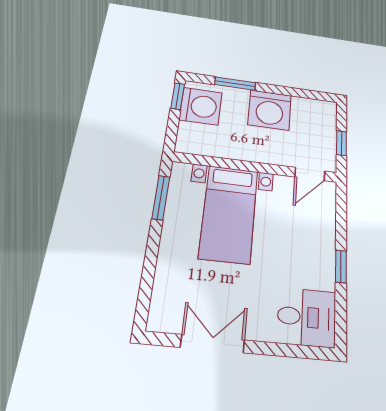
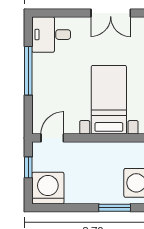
washing machine: (270, 110) -> (48, 188), moved
window: (341, 266) -> (28, 71), width x2.17

